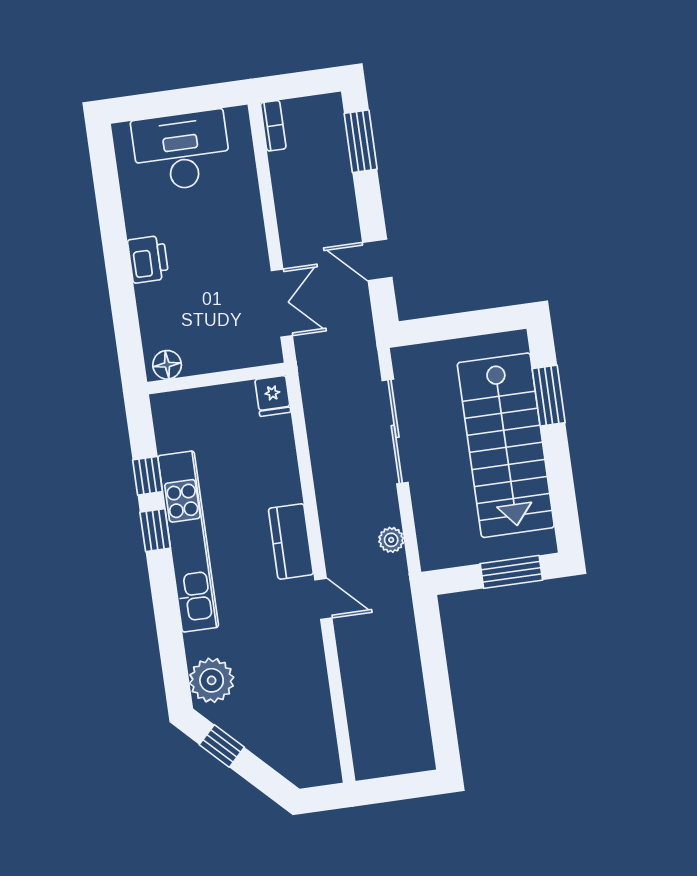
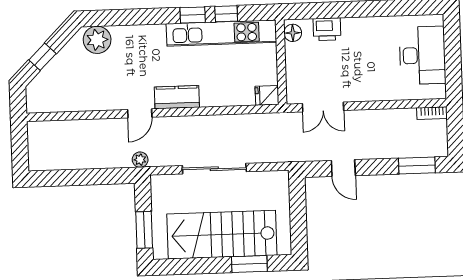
printer: (148, 259) -> (327, 29), moved
door: (377, 260) -> (343, 168), swing flipped
sliding door: (395, 431) -> (214, 169), moved
plant: (391, 540) -> (140, 160), moved
kitchen unit: (188, 542) -> (221, 33), moved
window: (222, 746) -> (42, 57), moved

